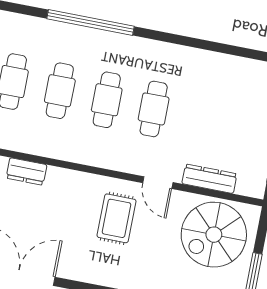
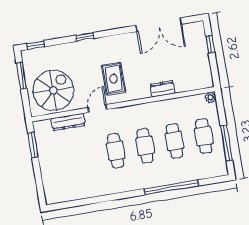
dresser: (26, 171) -> (162, 89), moved
door: (158, 183) -> (97, 108), hinge flipped

